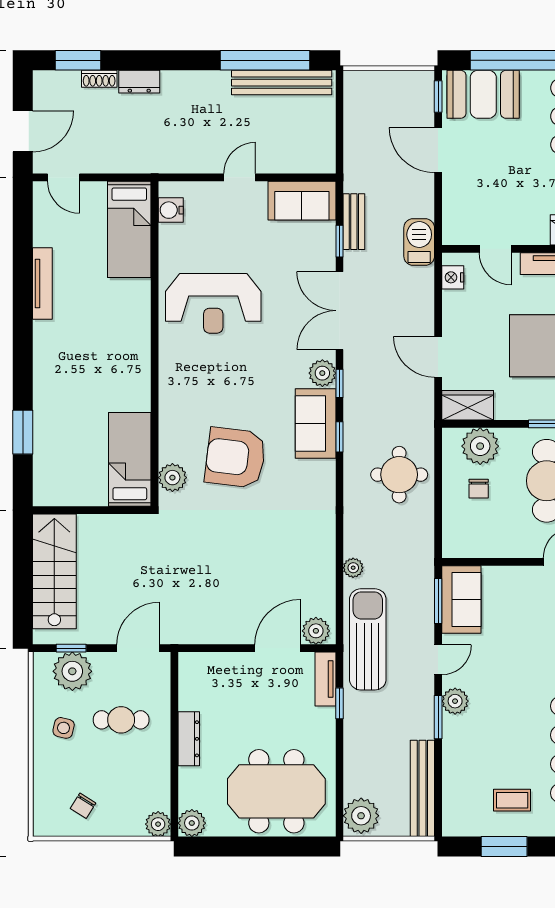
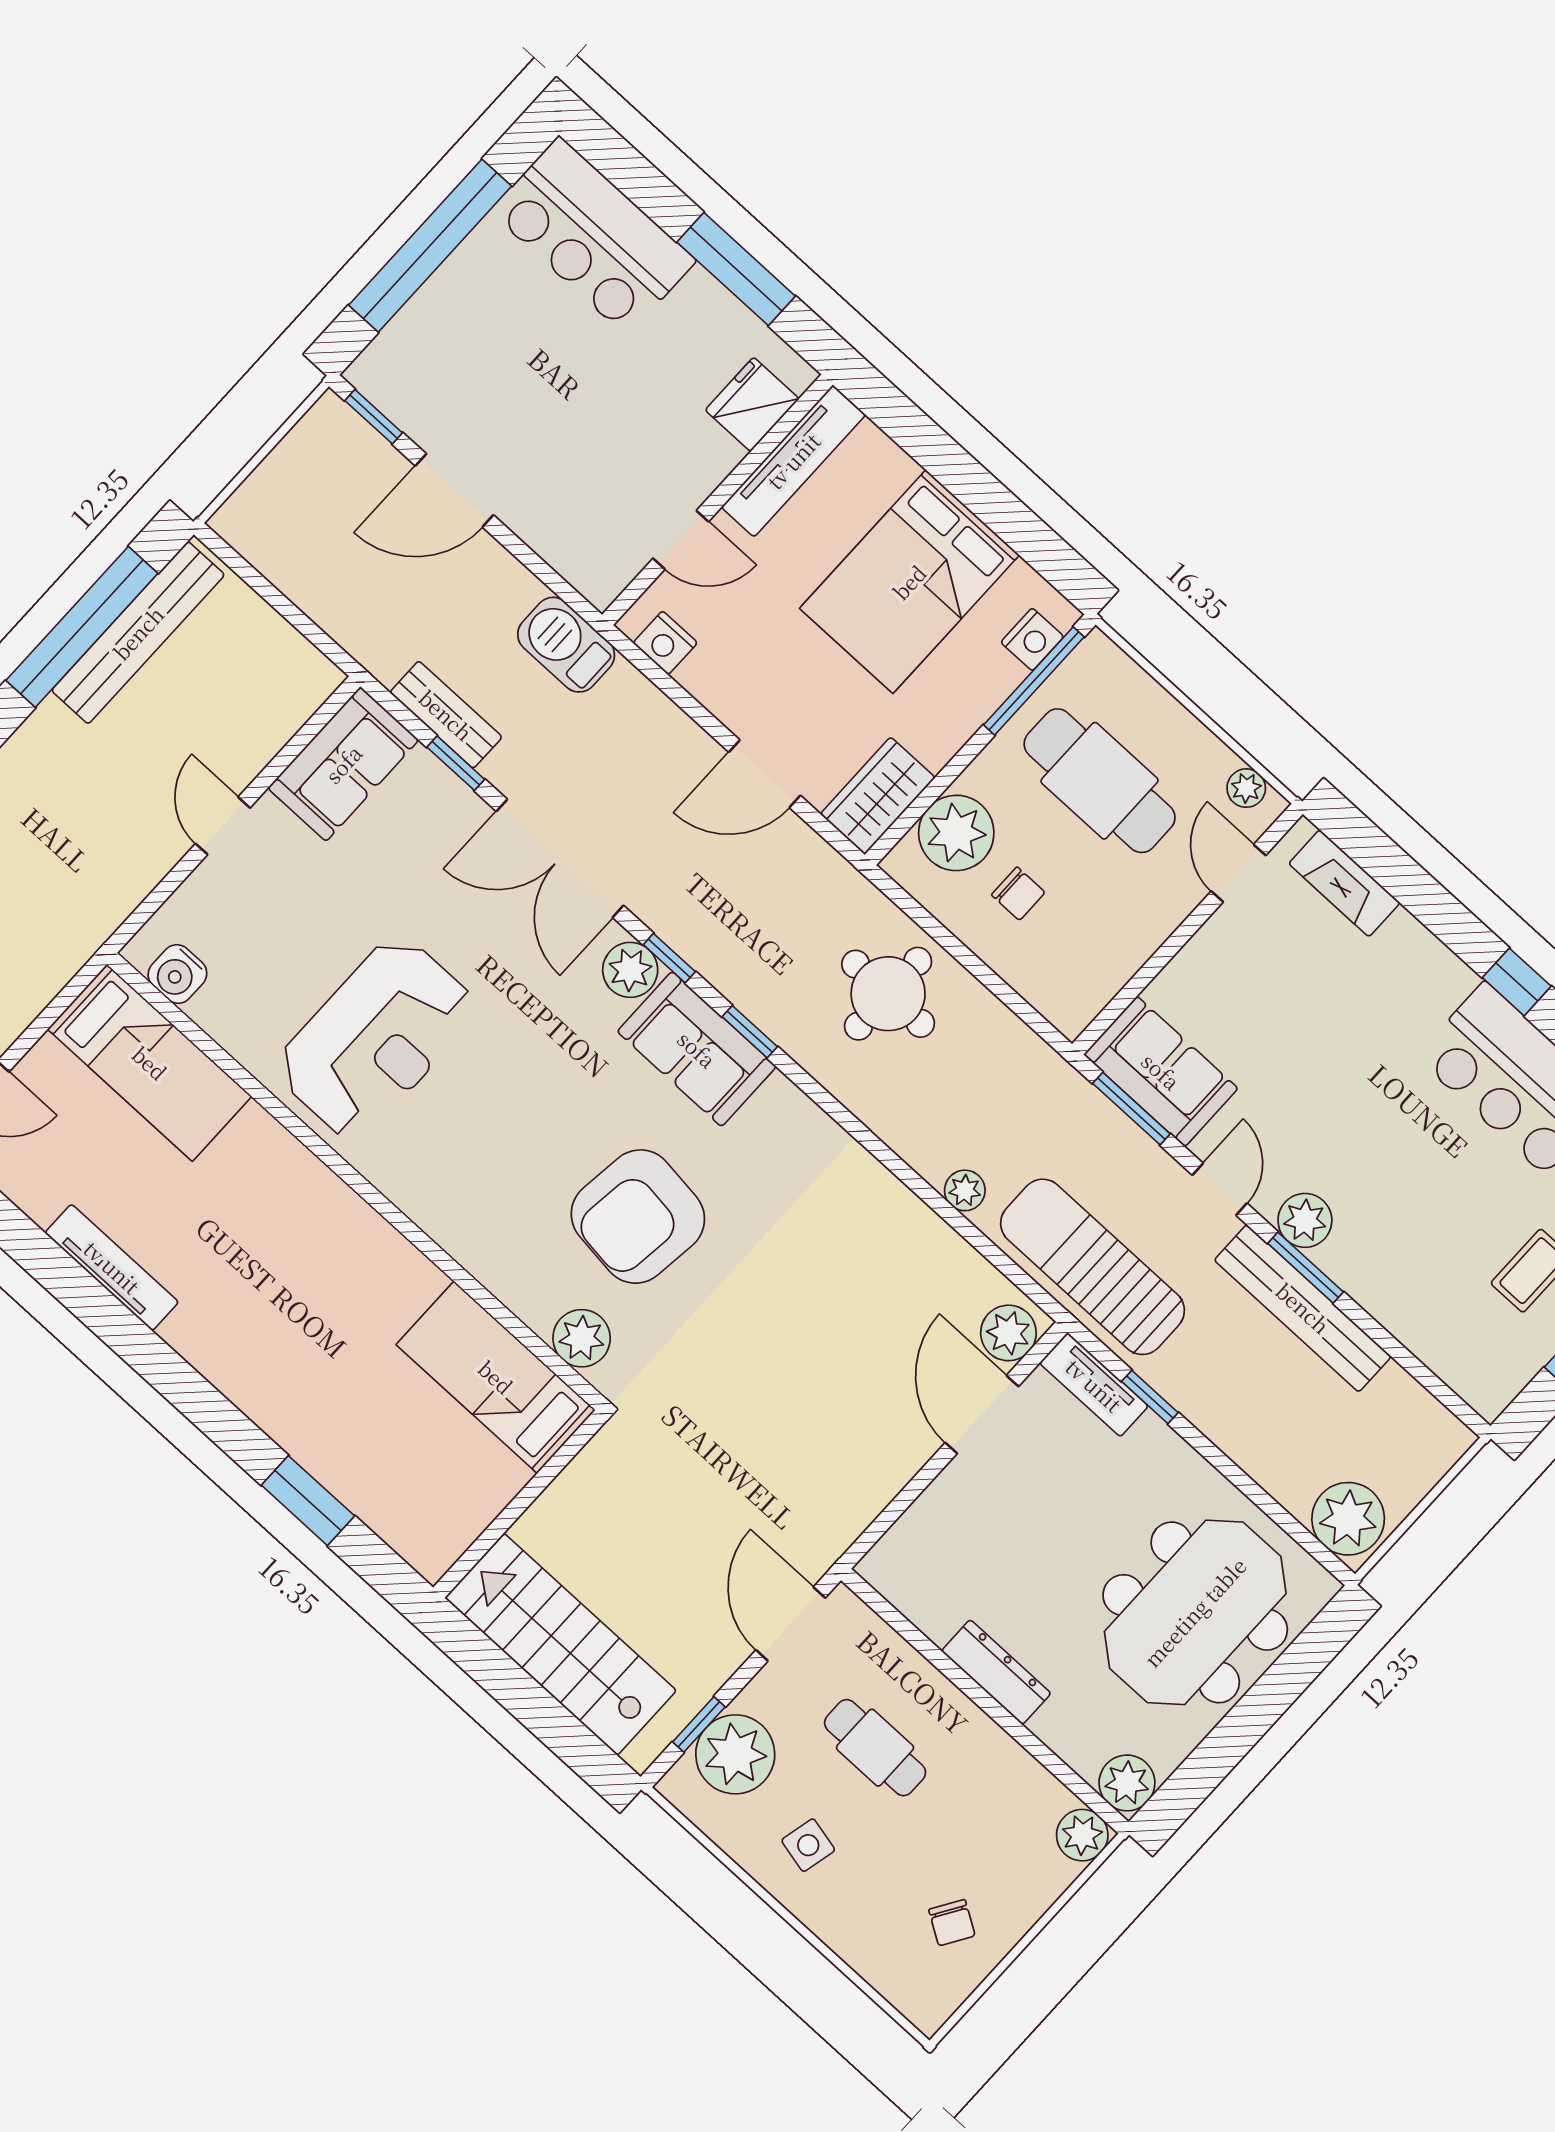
booth: (483, 94) -> (432, 346), removed
cafe table: (121, 720) -> (875, 1748), turned 90
bench: (422, 788) -> (1303, 1308), moved

